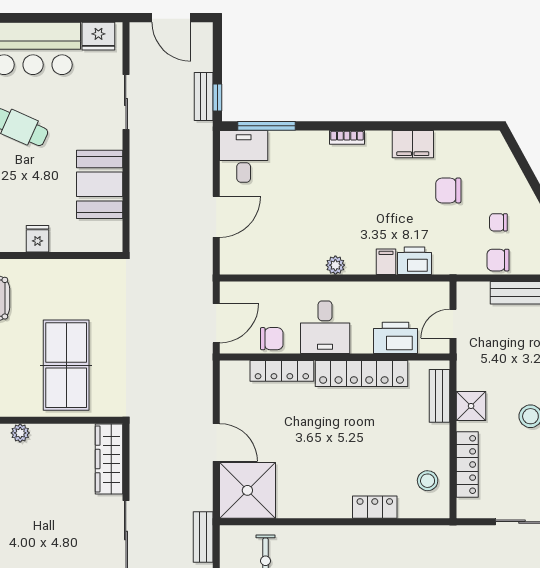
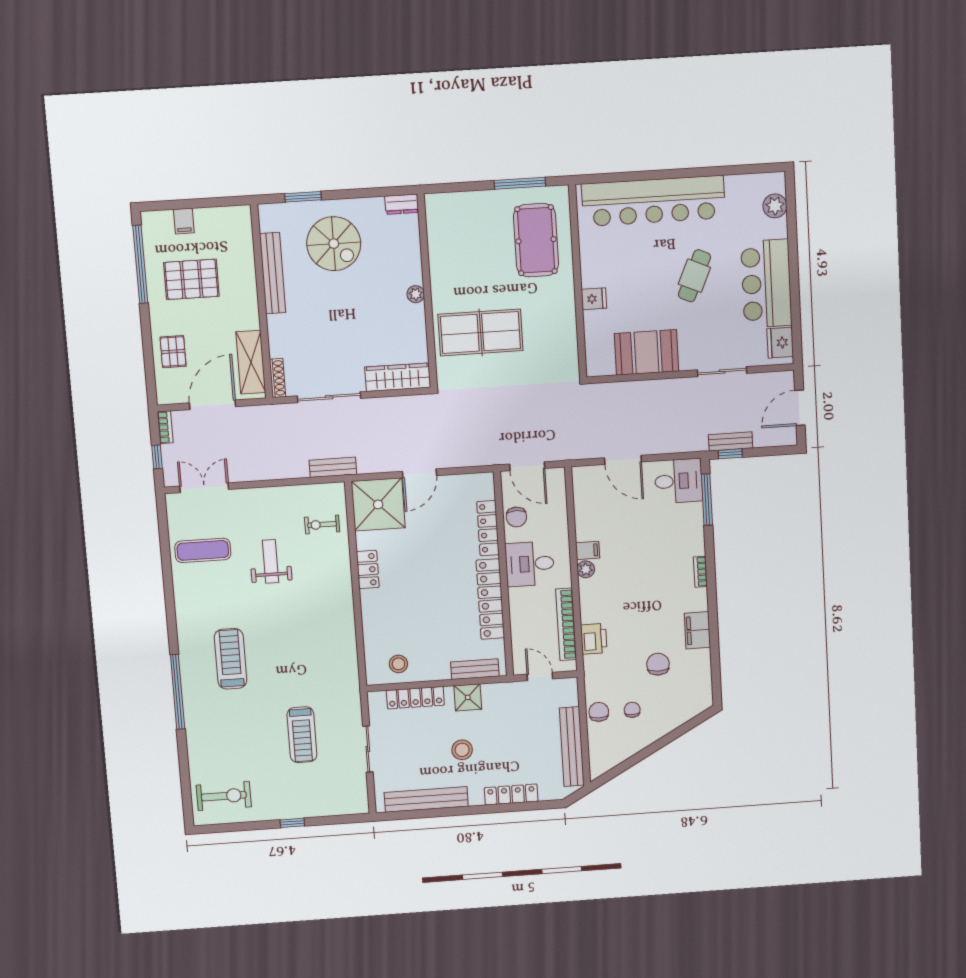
filing cabinet: (386, 262) -> (588, 550), moved
bookcase: (396, 291) -> (566, 624), added
printer: (395, 338) -> (524, 627), removed
locker: (375, 507) -> (368, 569), moved

